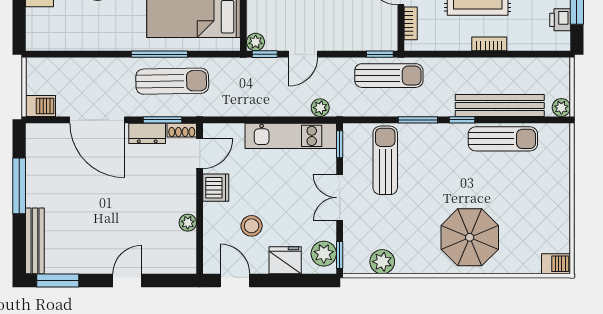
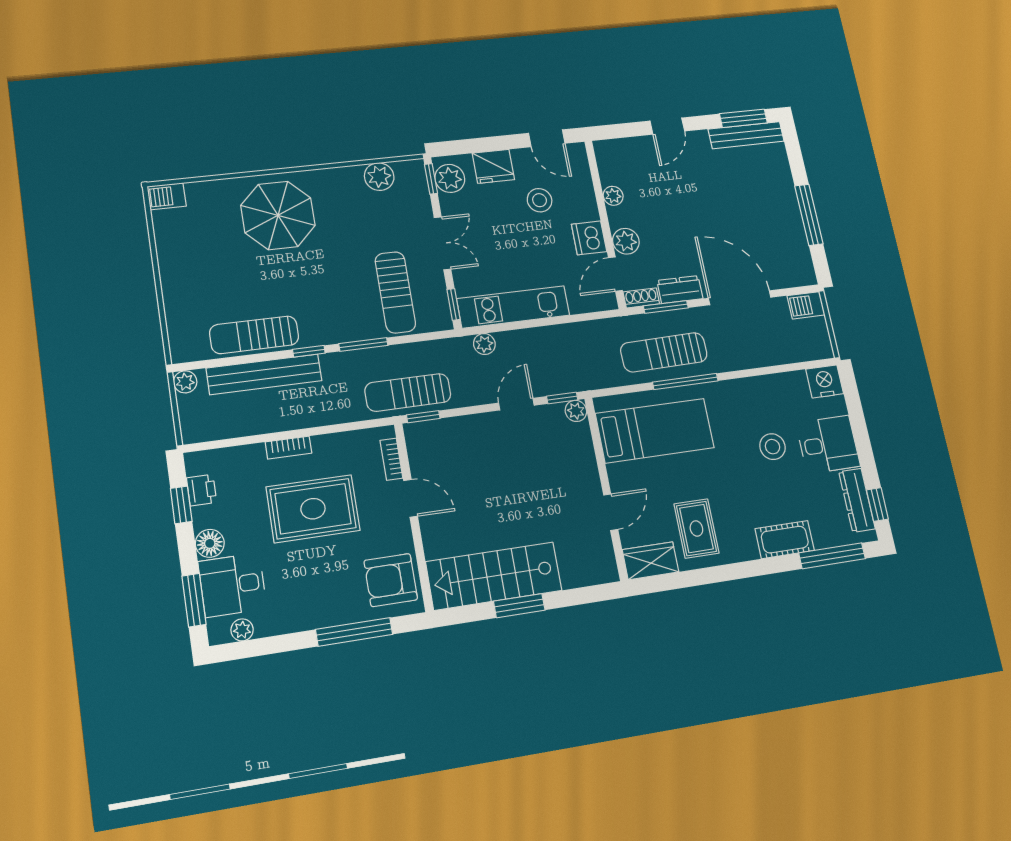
nightstand: (40, 38) -> (825, 381), added
plant: (185, 181) -> (626, 241), added
bench: (35, 241) -> (746, 135), moved, turned 90

